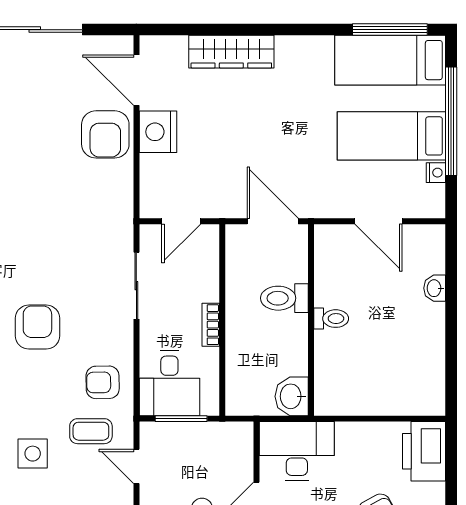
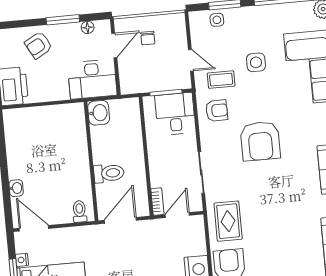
rug: (101, 204) -> (228, 221), added
door: (273, 221) -> (120, 220), swing flipped
door: (378, 221) -> (34, 228), moved
toilet: (331, 319) -> (79, 211), moved, turned 90
bookcase: (211, 325) -> (157, 202), moved
armchair: (37, 327) -> (260, 141), width x1.36, depth x1.36

